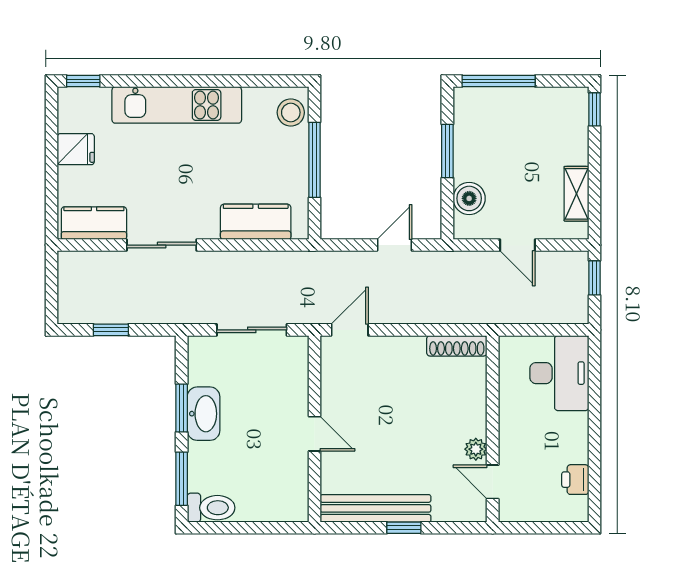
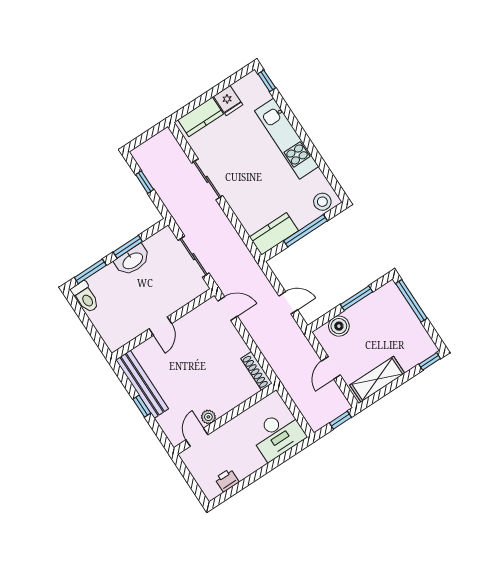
shelving: (576, 194) -> (377, 379), width x1.50, depth x1.33
kitchen counter: (256, 222) -> (274, 234), moved, turned -90
kitchen counter: (94, 223) -> (201, 117), moved, turned 90

